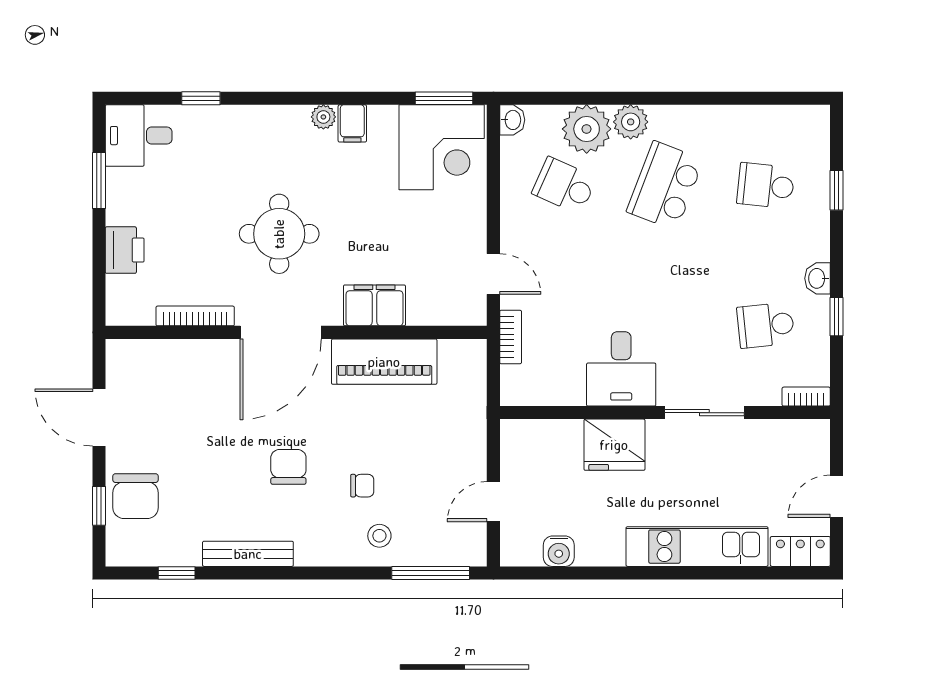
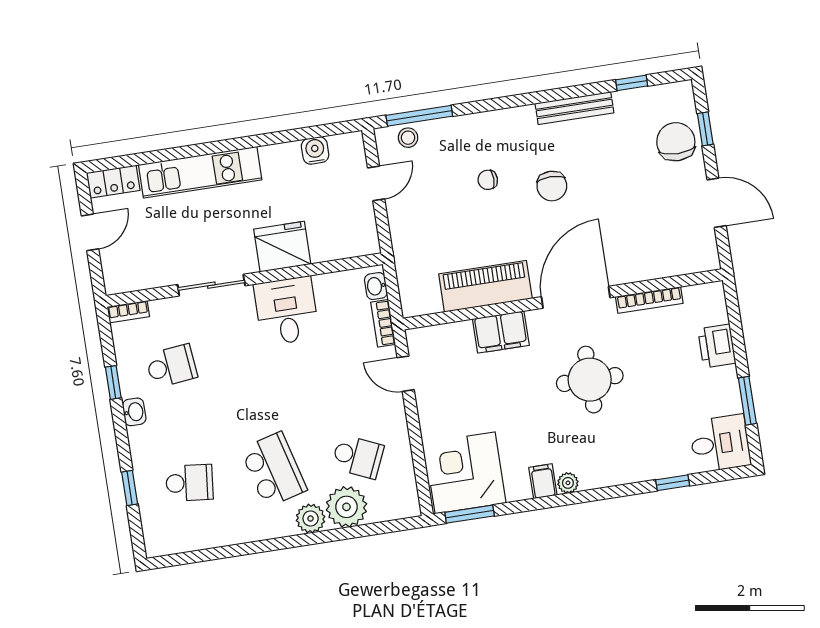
washbasin: (512, 120) -> (376, 286), moved
school desk: (665, 186) -> (274, 470), turned -36
stool: (379, 536) -> (408, 138), moved

